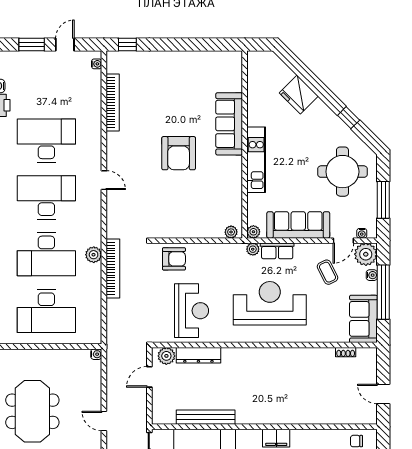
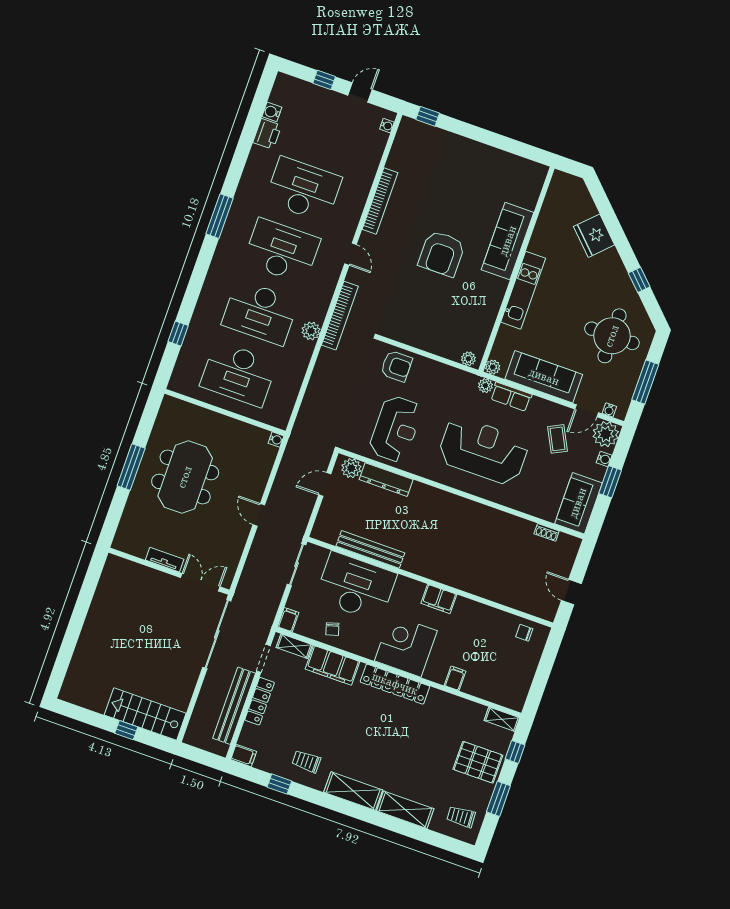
window: (32, 44) -> (324, 80), width x0.67
bookcase: (113, 103) -> (380, 201), moved
bookcase: (113, 268) -> (340, 316), moved
window: (383, 292) -> (610, 482), width x0.47

